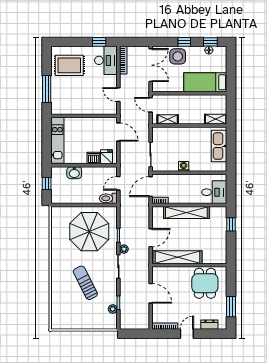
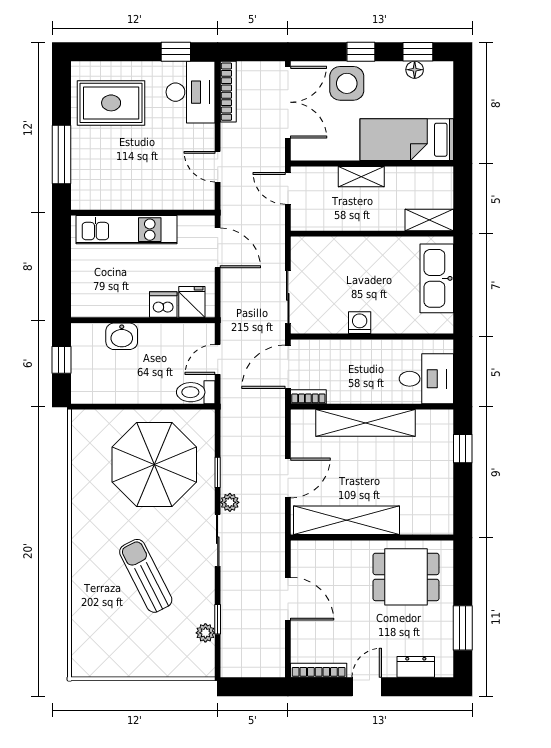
shelving: (168, 119) -> (361, 177), moved
kitchen unit: (57, 140) -> (127, 230), moved, turned 90
dining table: (205, 283) -> (406, 577), turned 90

